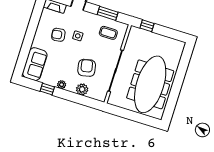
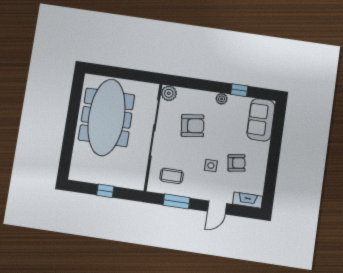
window: (147, 26) -> (105, 191), moved
armchair: (87, 68) -> (193, 126), turned -85
plant: (82, 89) -> (169, 93), moved

